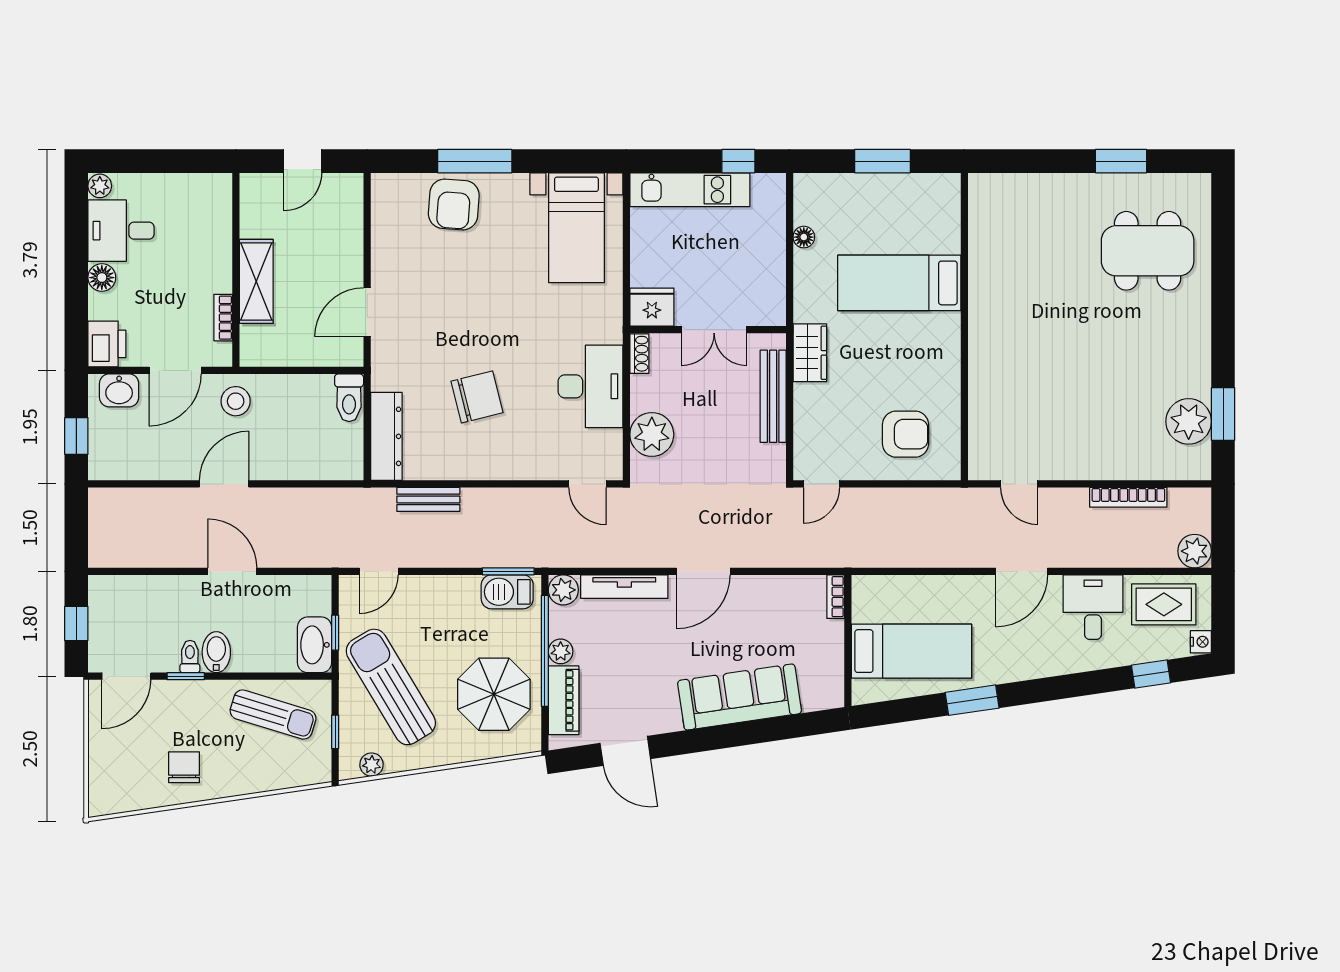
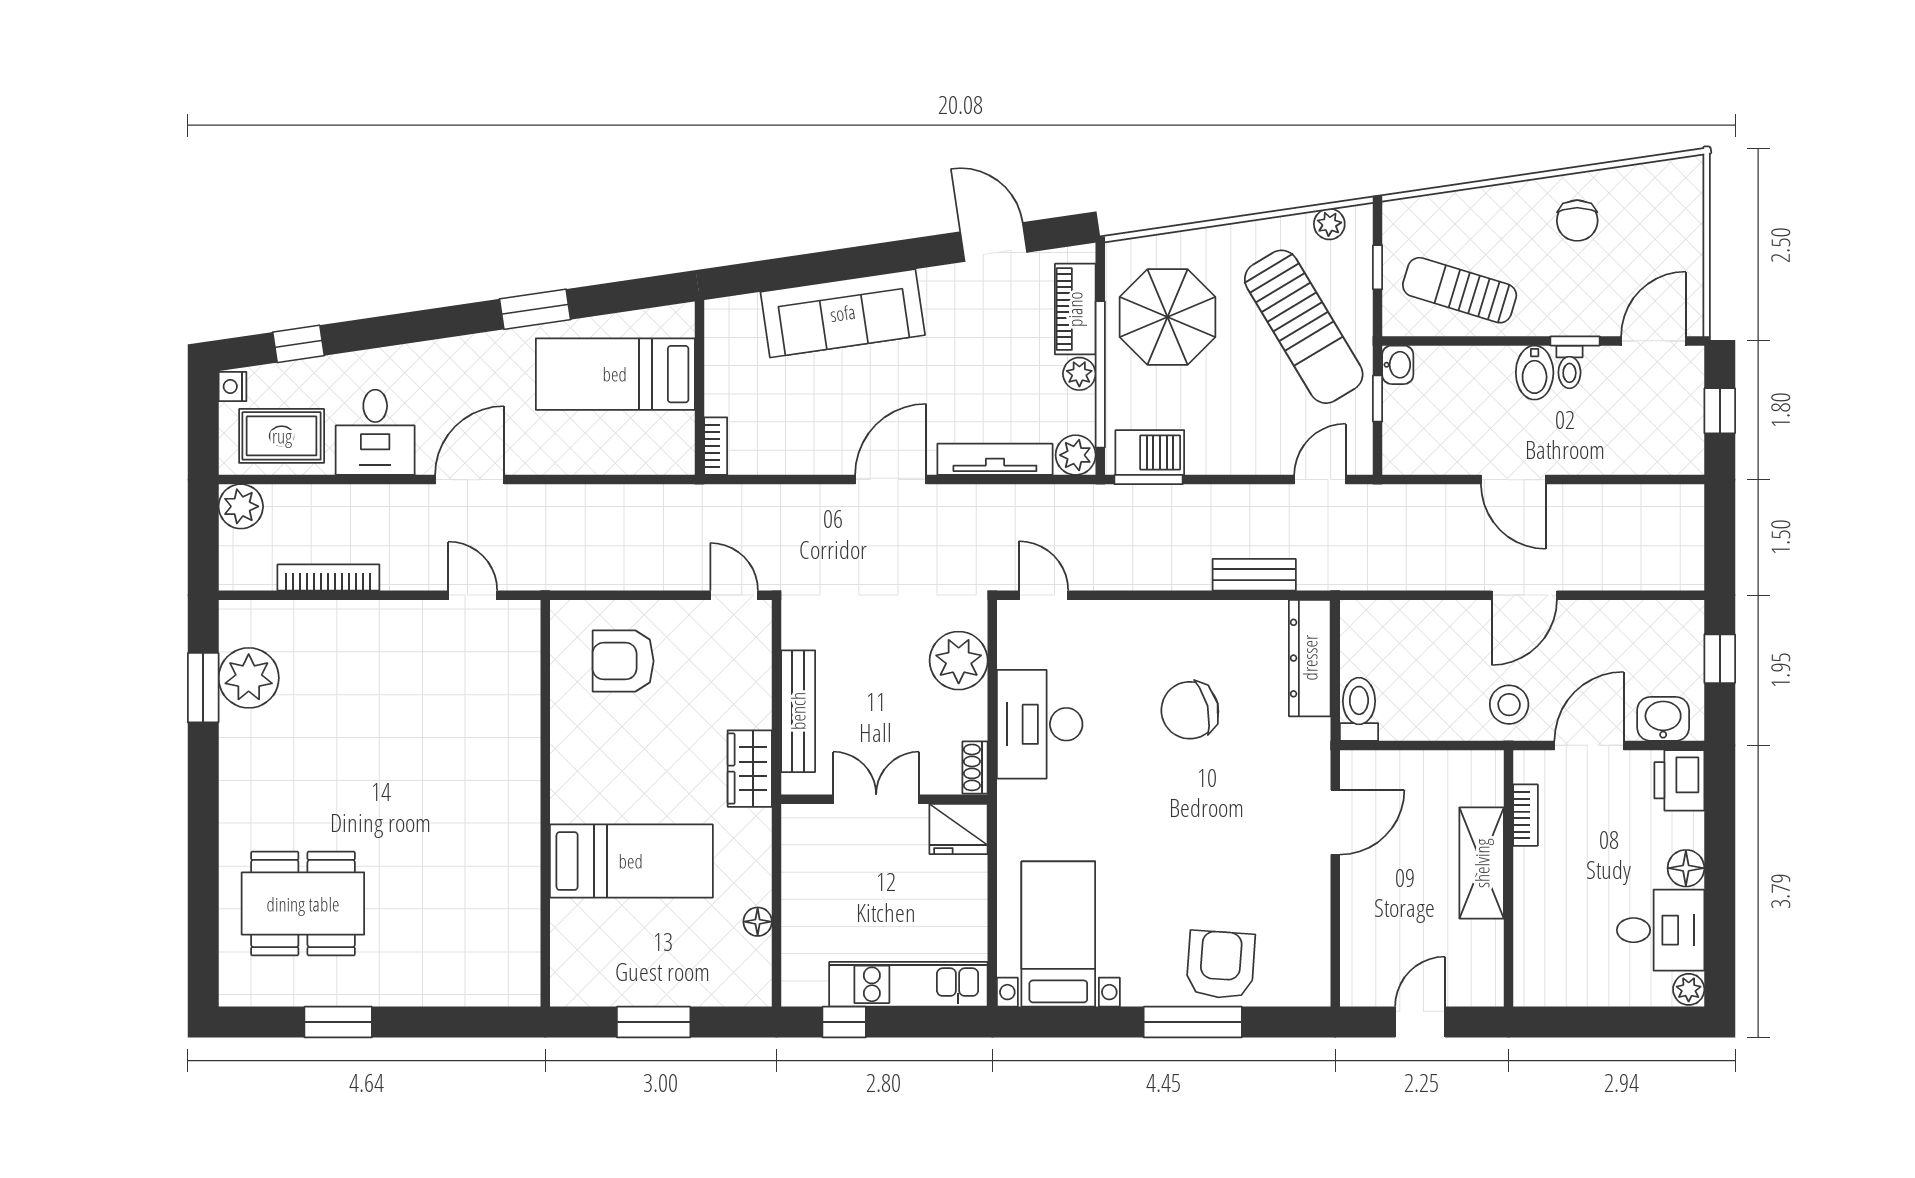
door: (822, 484) -> (734, 595), hinge flipped
washbasin: (314, 645) -> (1398, 365), width x0.52, depth x0.69

